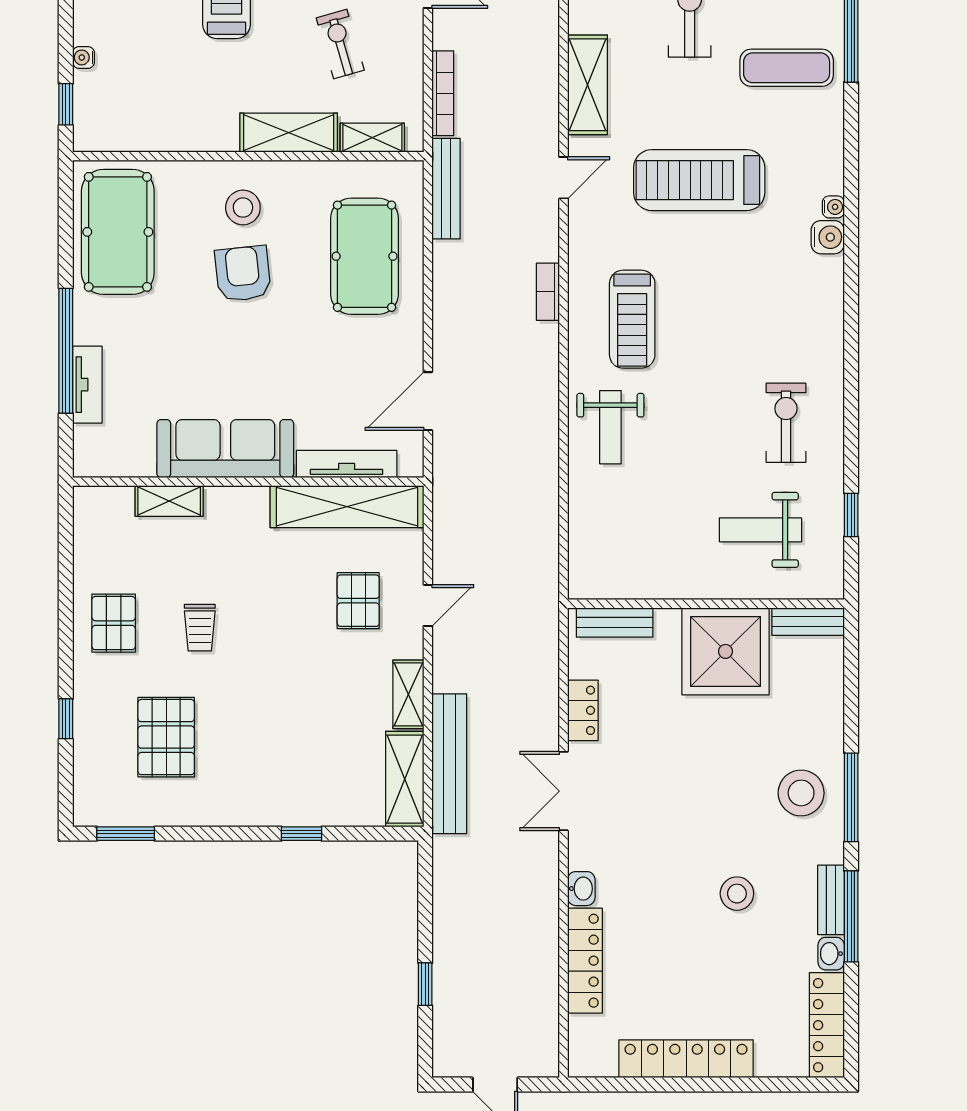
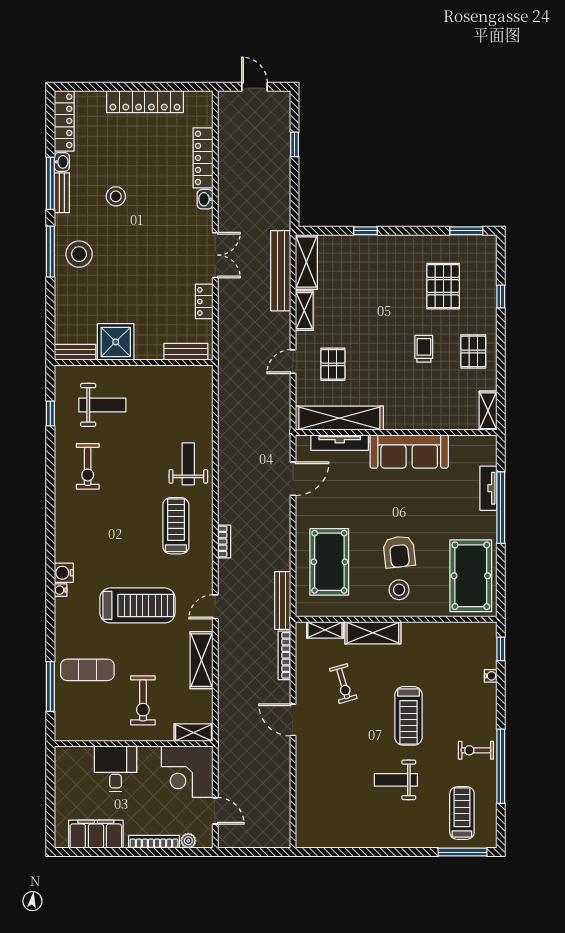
shelving: (169, 501) -> (488, 411), moved, turned 90
shower: (726, 651) -> (116, 342), width x0.73, depth x0.73

